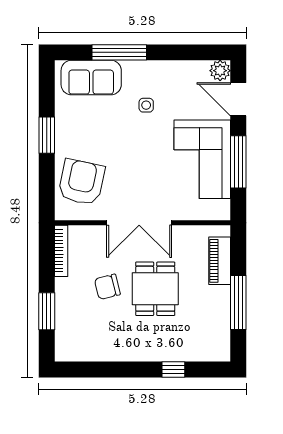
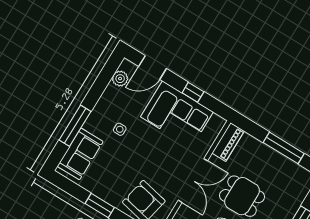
plant: (220, 71) -> (120, 79), moved
window: (238, 162) -> (193, 92), width x0.46
piano: (220, 261) -> (228, 142), moved, turned -90

